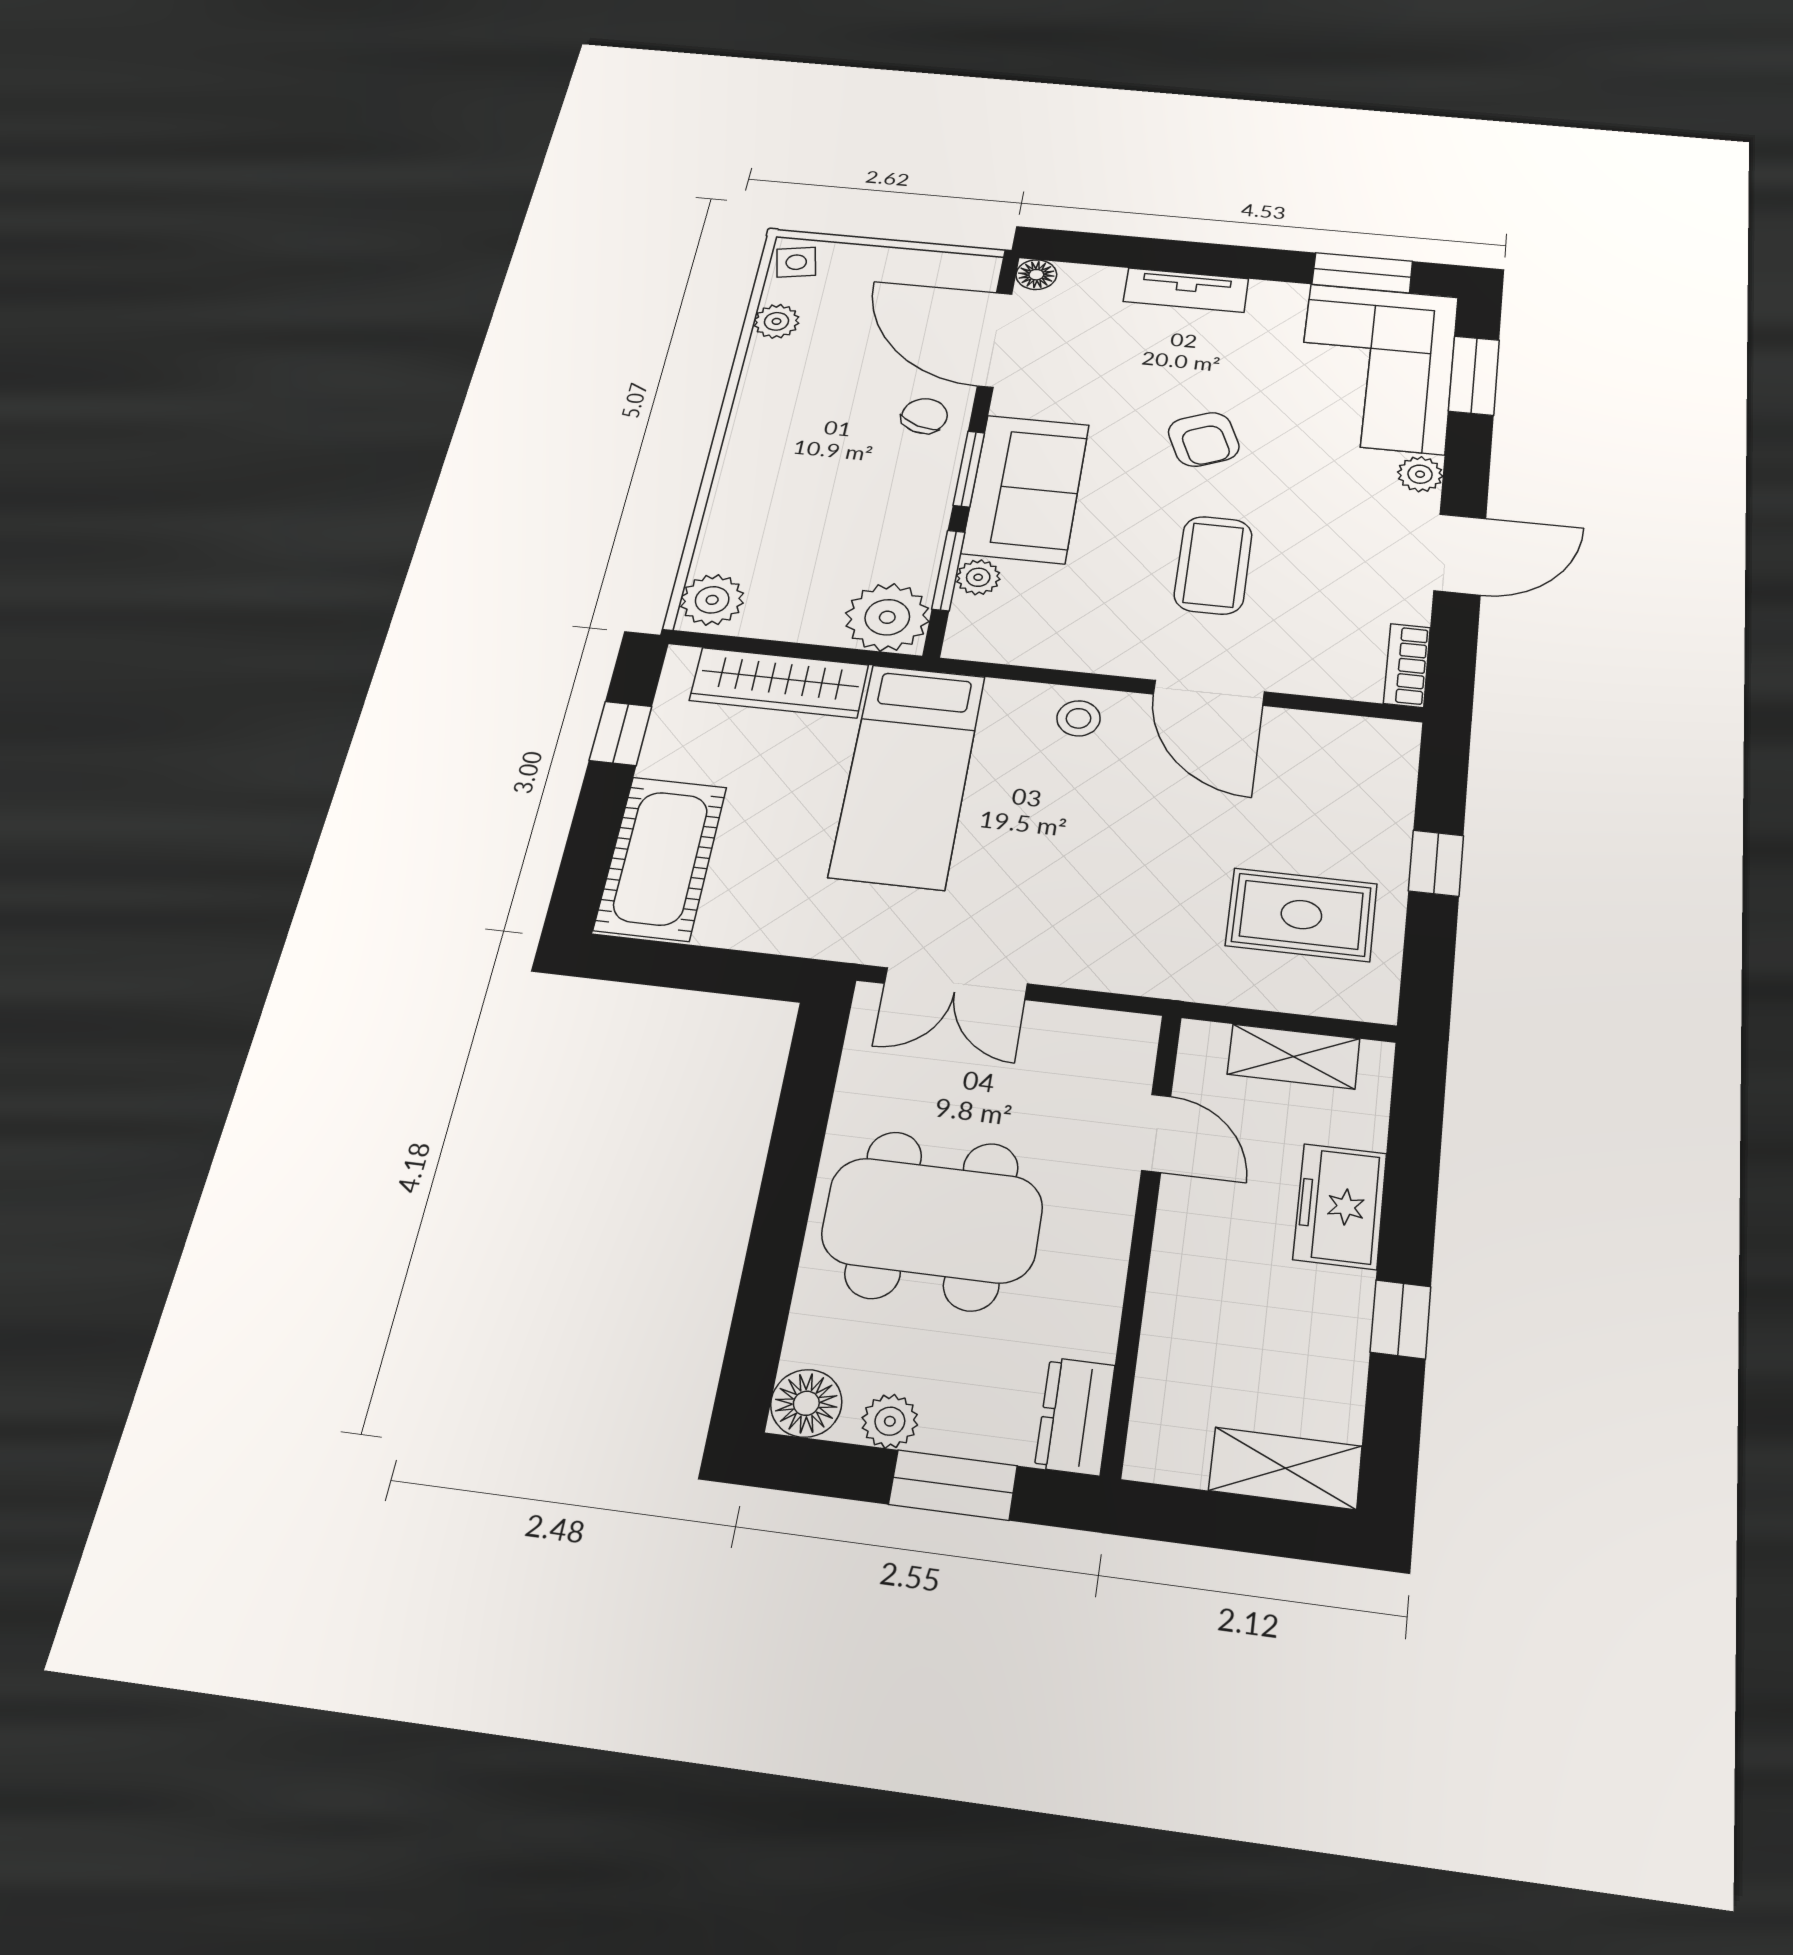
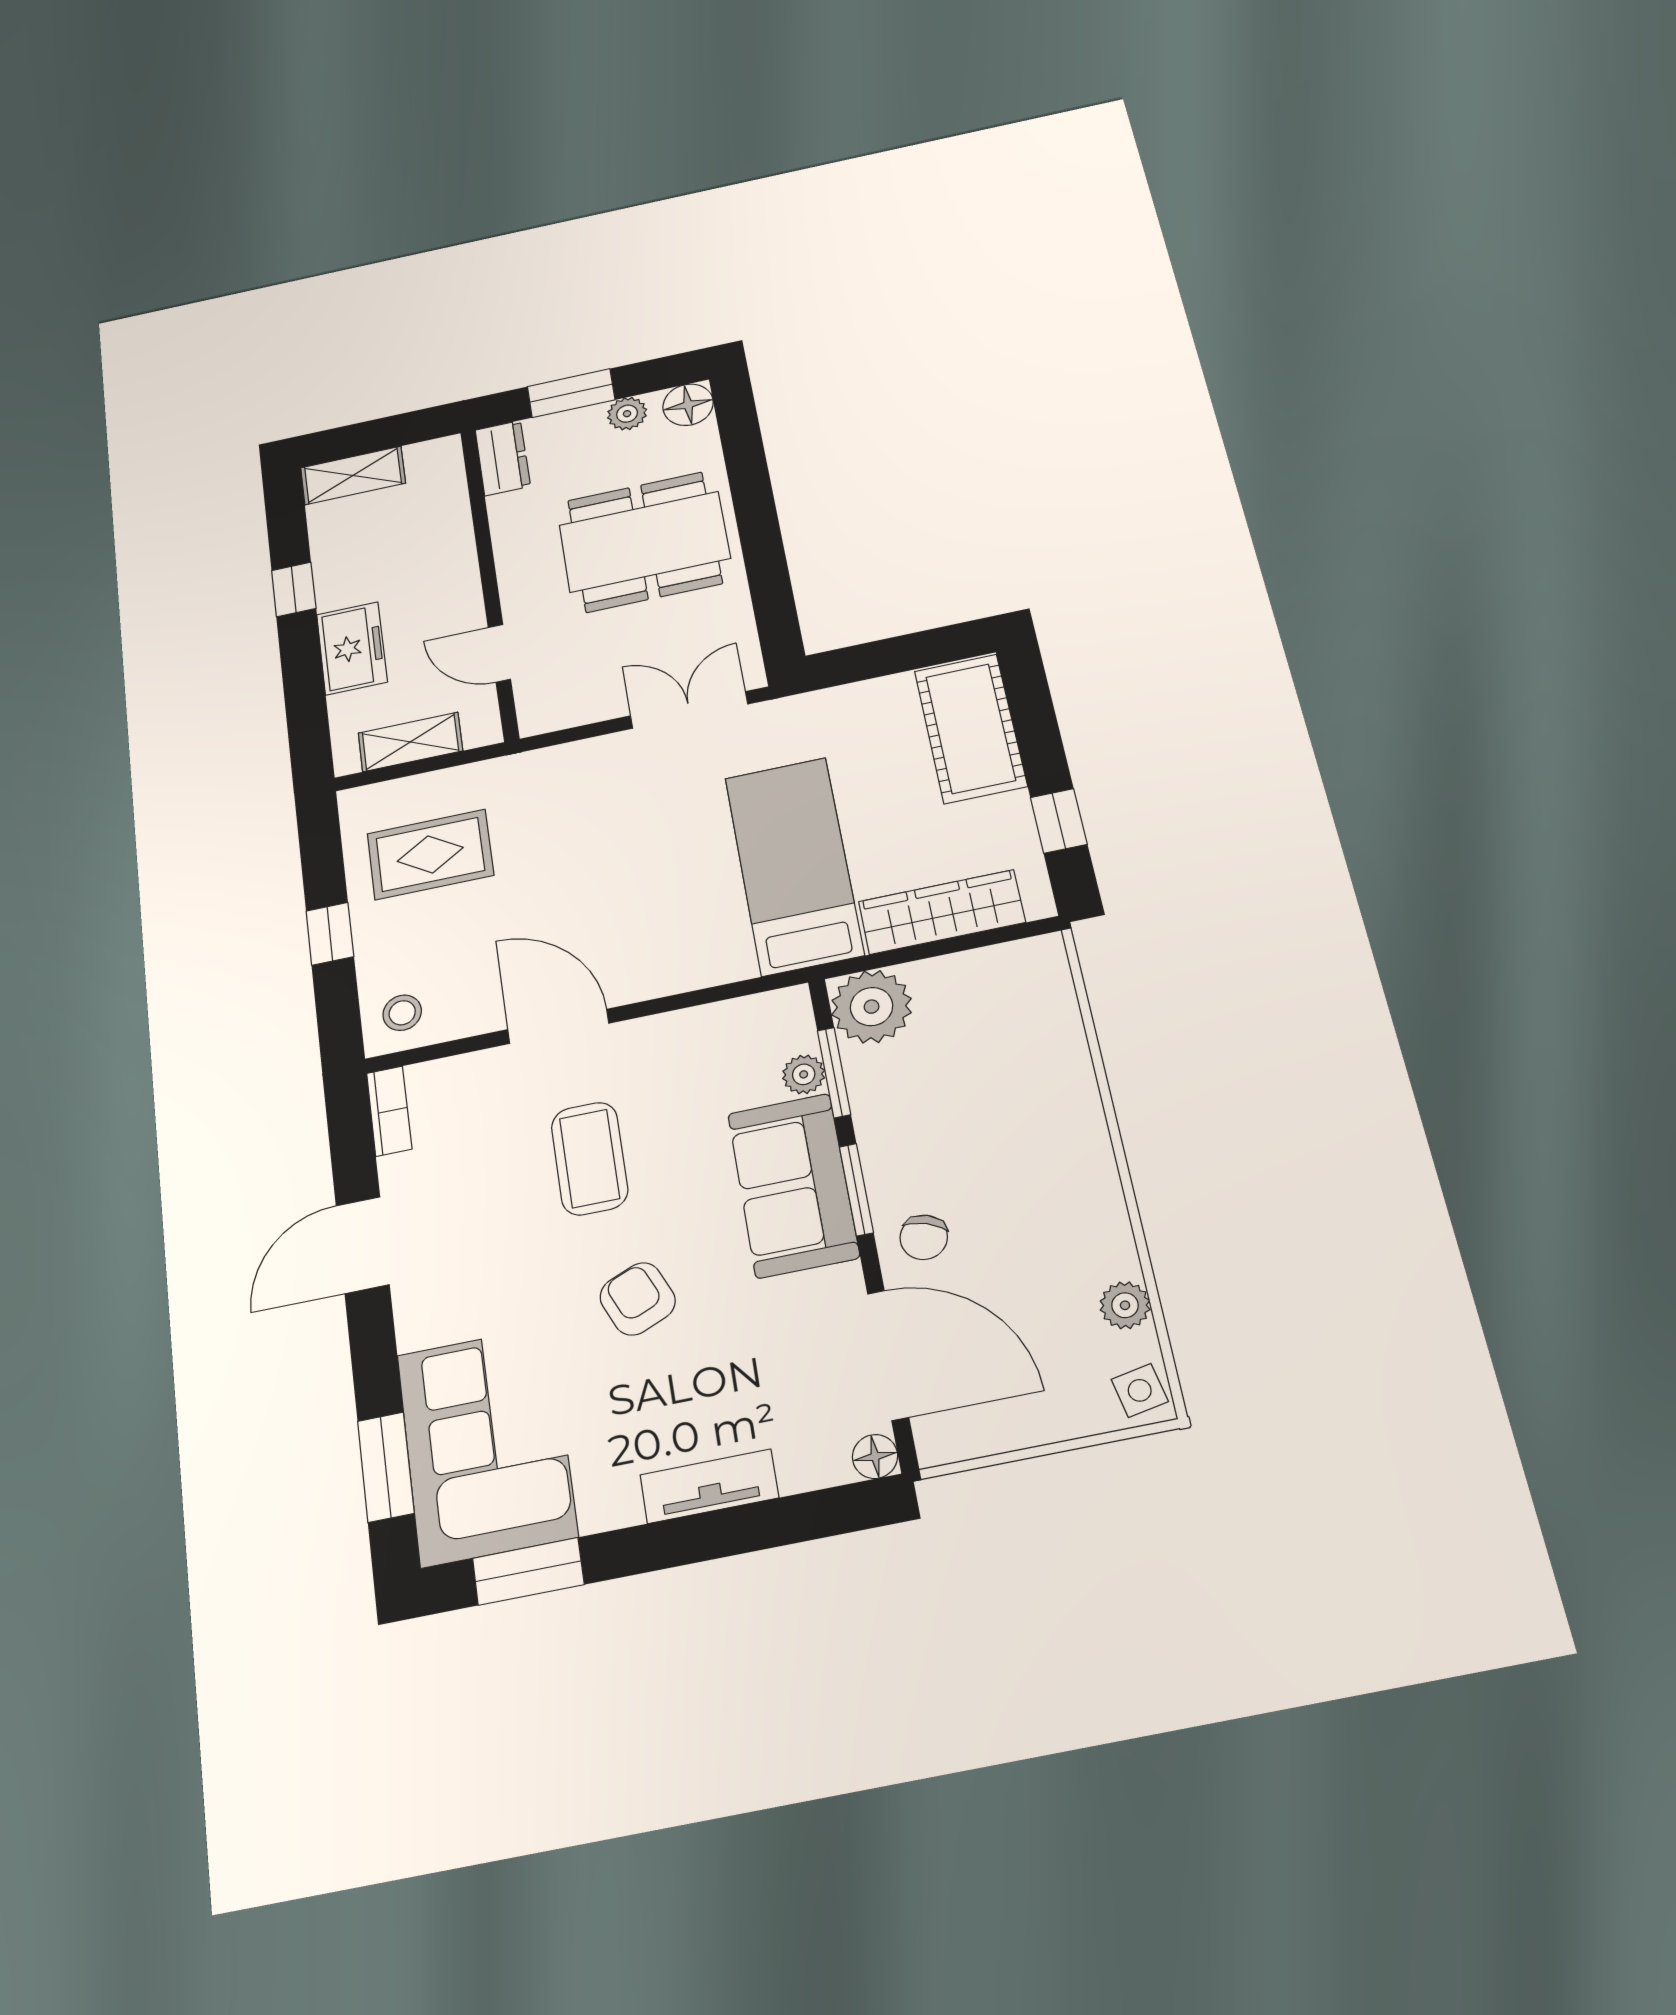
plant: (1420, 474) -> (417, 1326), removed
plant: (712, 600) -> (1040, 971), removed
stool: (1079, 718) -> (402, 1013), moved

